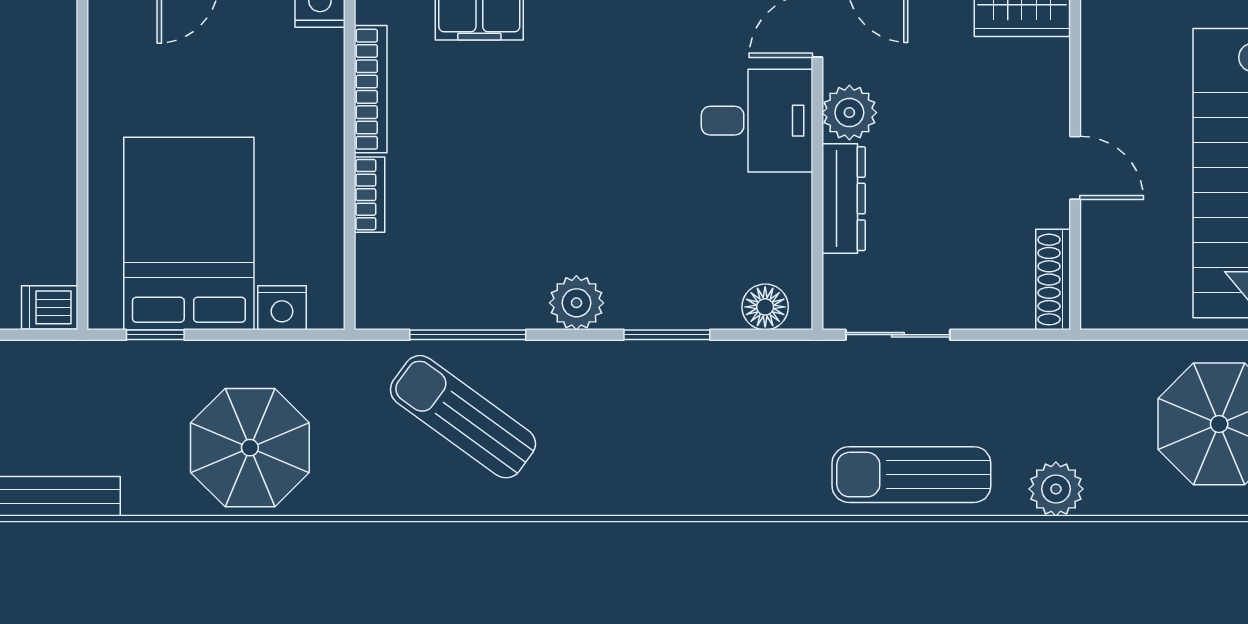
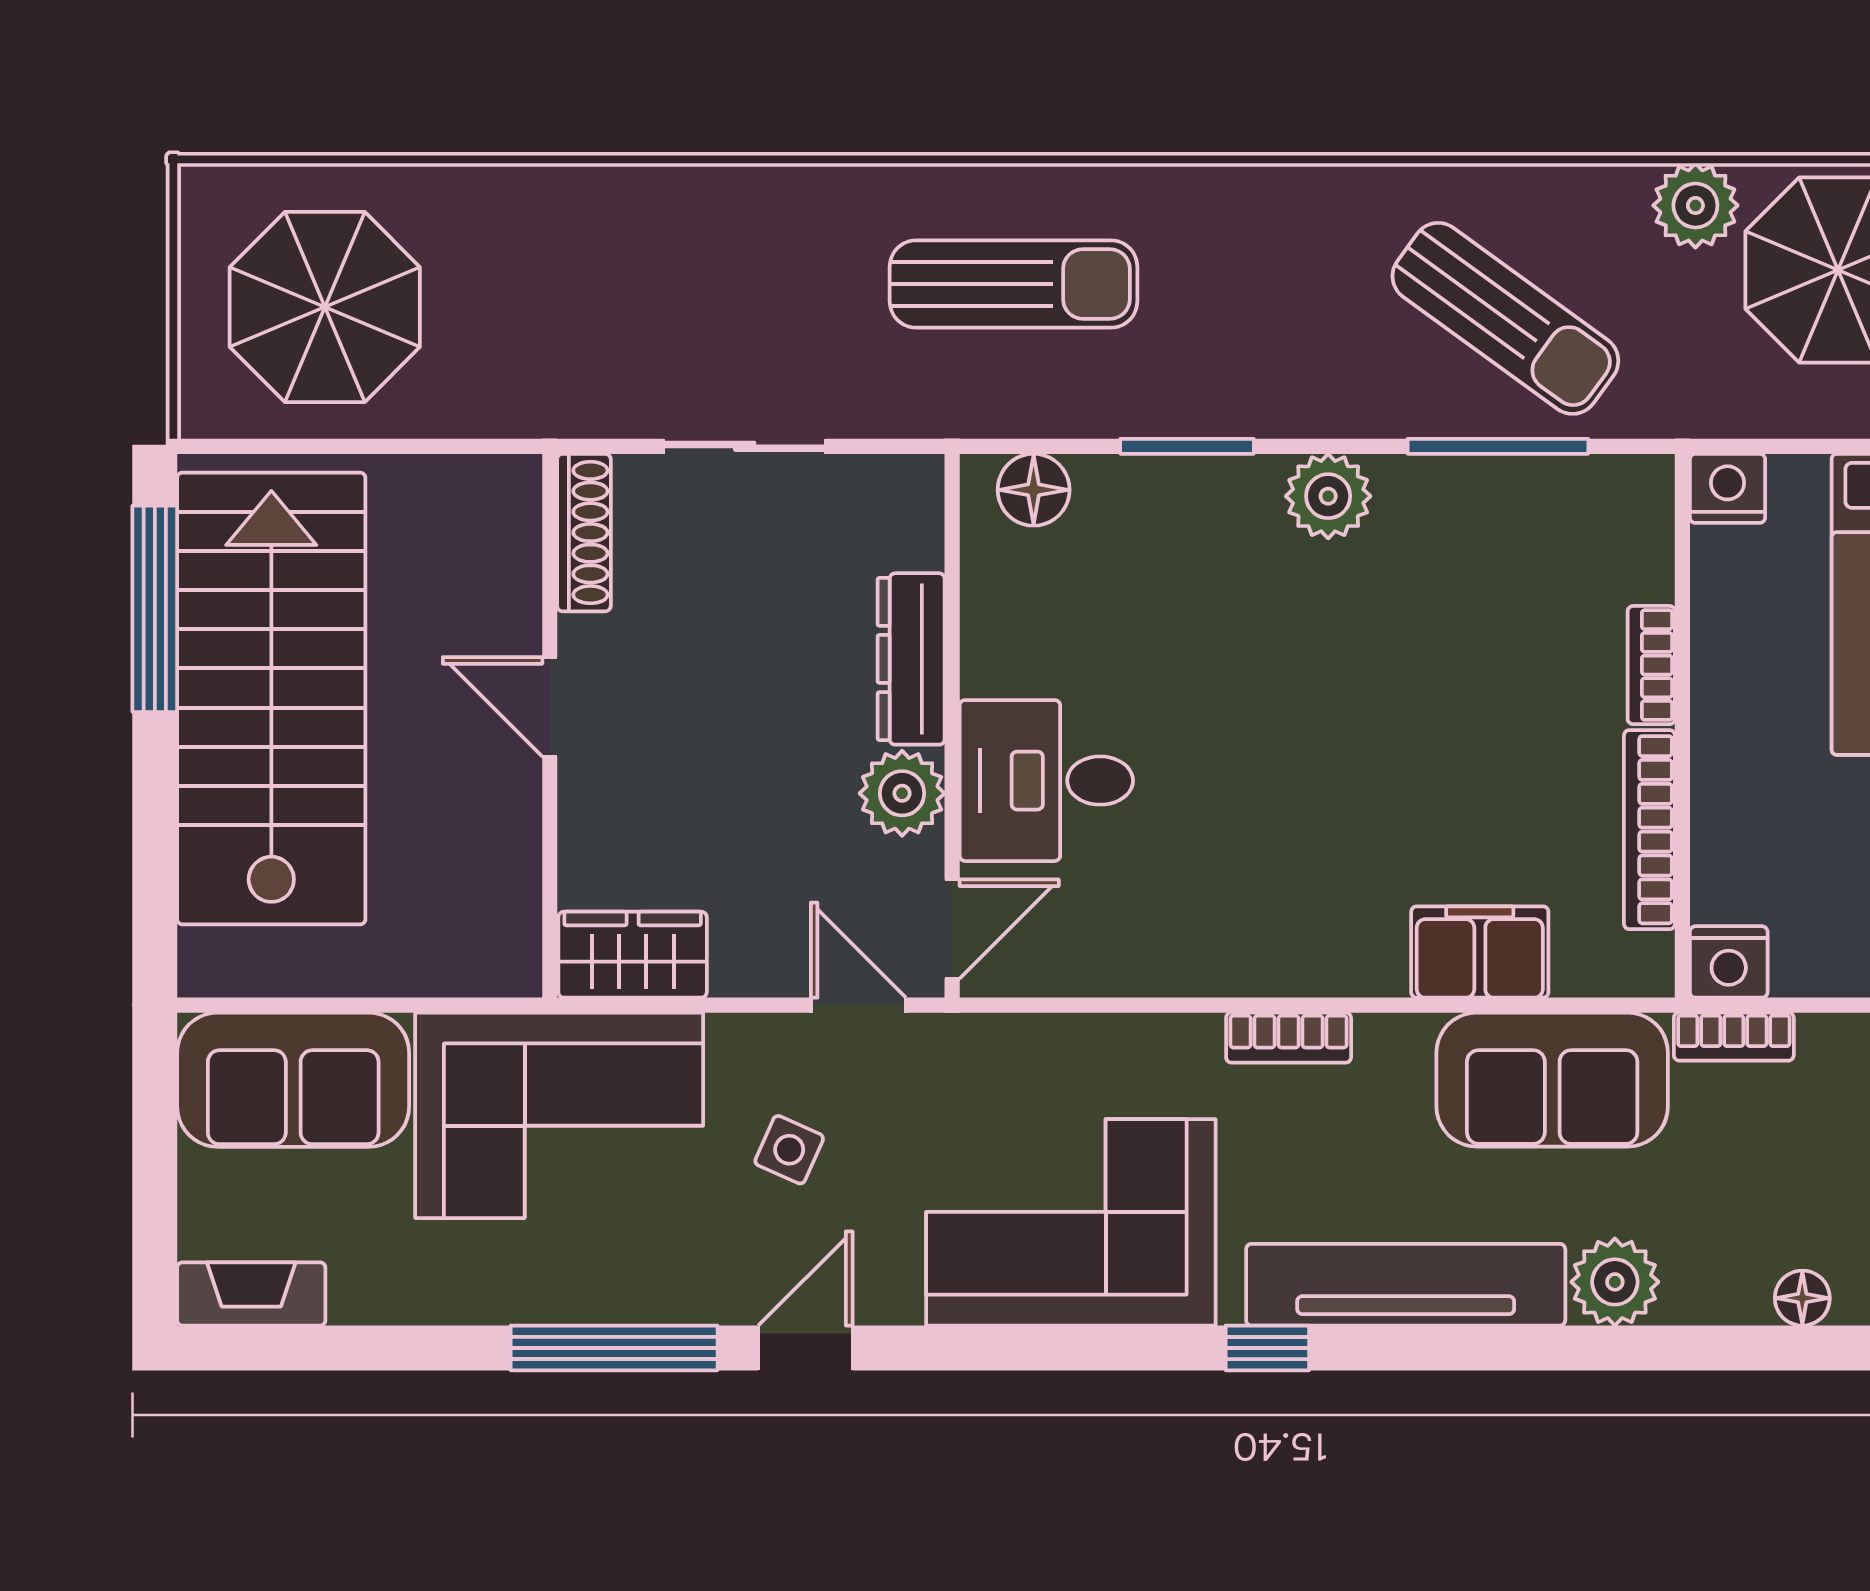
nightstand: (282, 308) -> (1727, 488), moved
sliding door: (898, 335) -> (745, 446), moved
sun lounger: (911, 475) -> (1014, 284), moved
plant: (1056, 489) -> (1695, 205), moved

